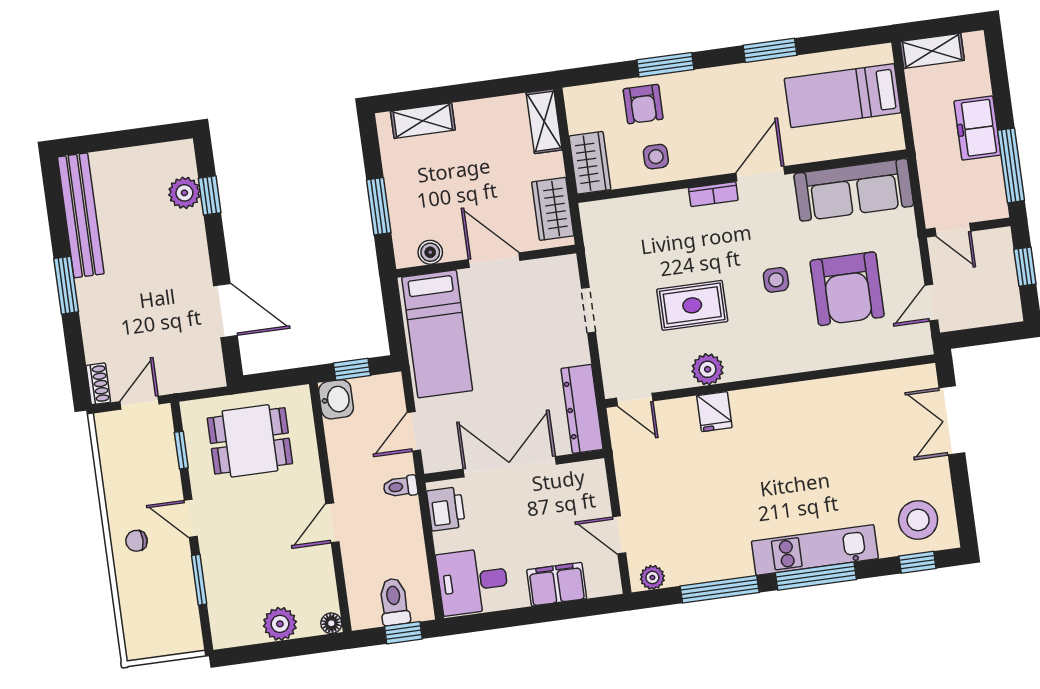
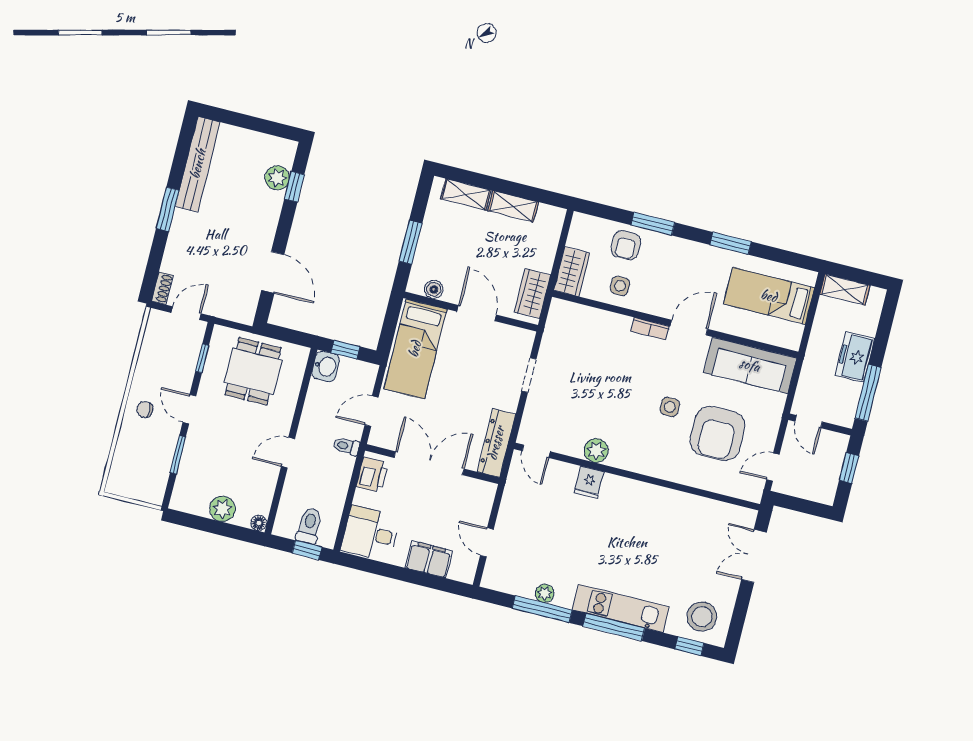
shelving: (544, 121) -> (513, 206), moved, turned 90
rug: (692, 305) -> (603, 401), removed
dining table: (250, 441) -> (253, 371), turned 90
plant: (652, 577) -> (545, 593), moved

